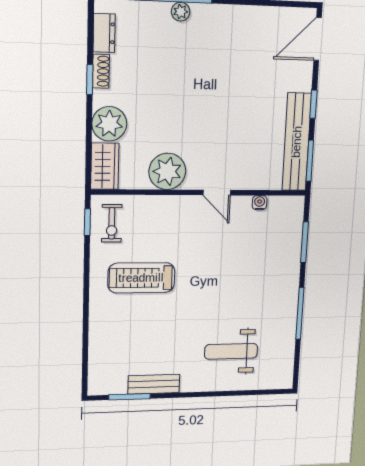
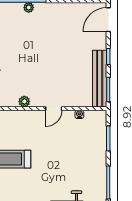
plant: (167, 171) -> (24, 101), width x0.53, depth x0.53
door: (217, 193) -> (54, 109), hinge flipped

